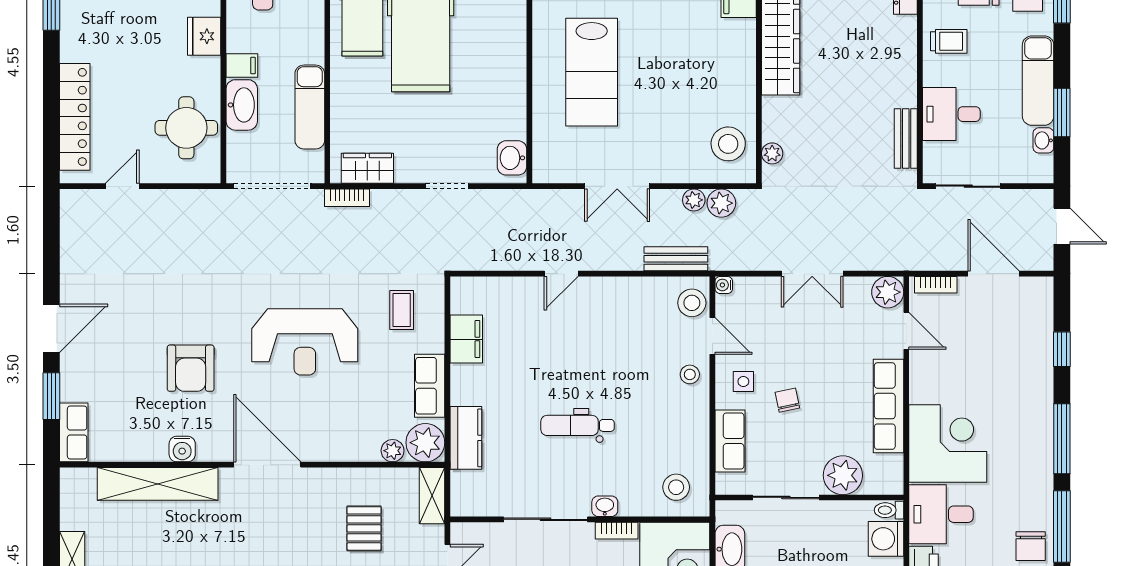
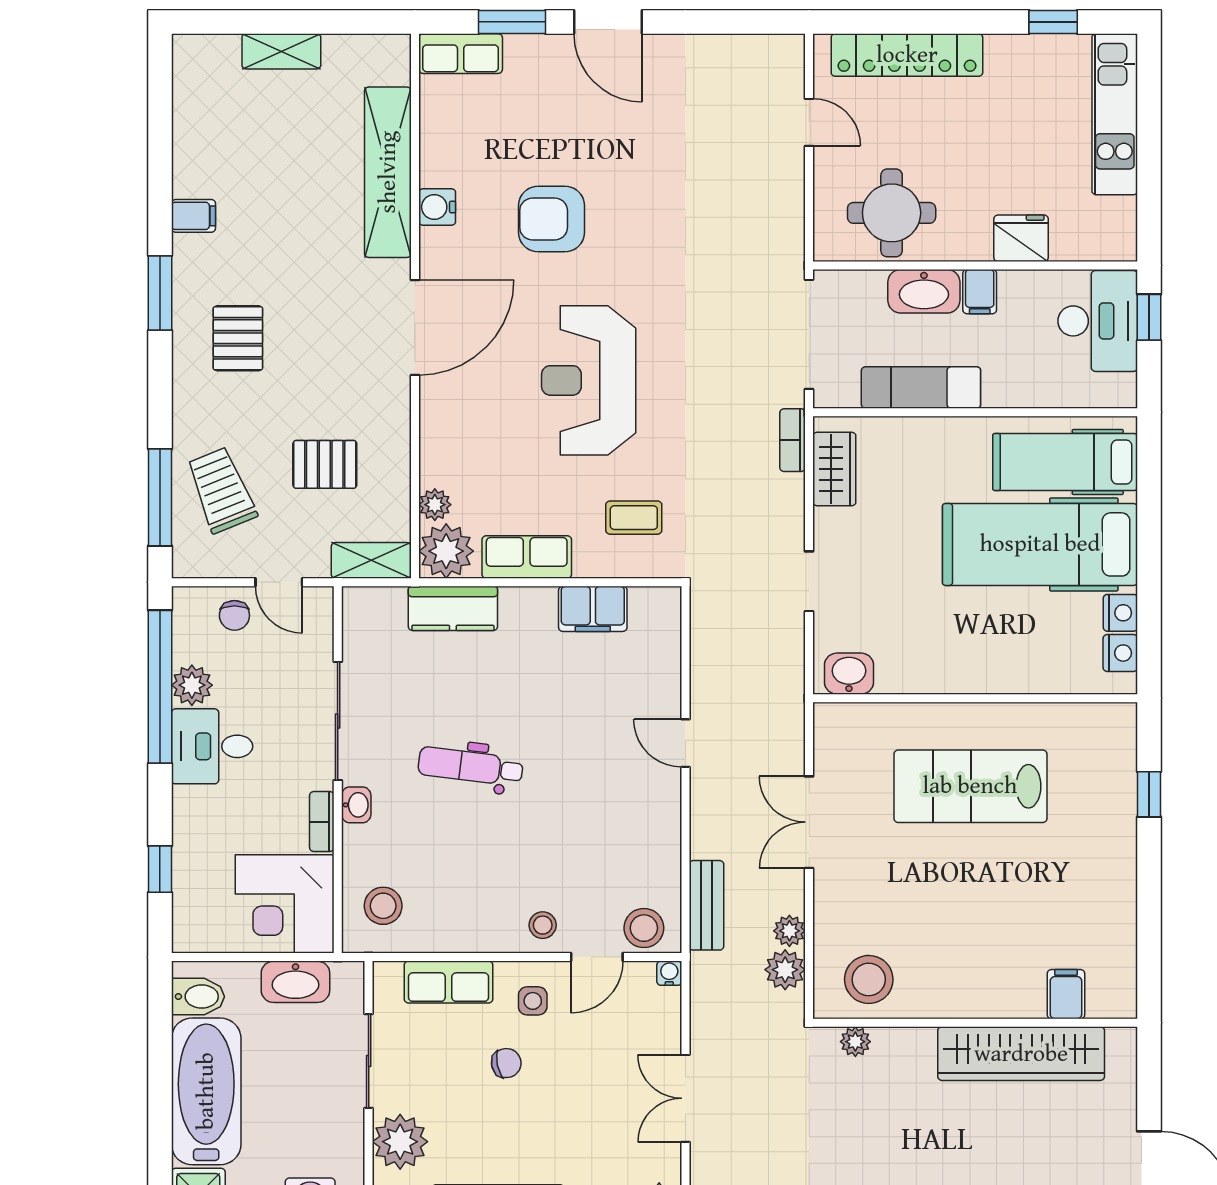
dental chair: (578, 425) -> (471, 766), turned -83

